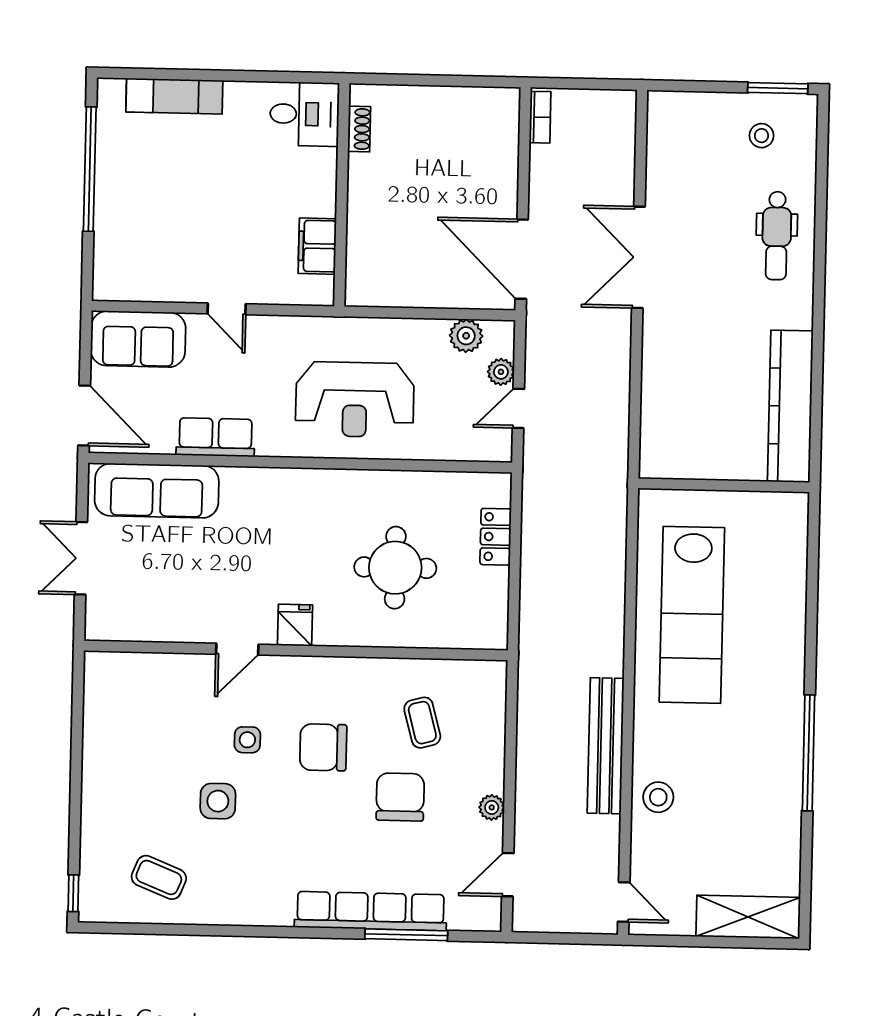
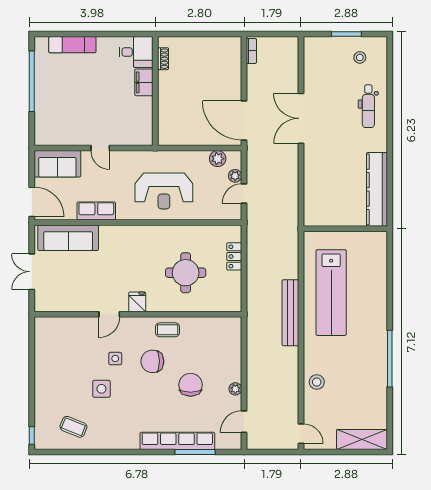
window: (778, 88) -> (346, 34), moved
filing cabinet: (317, 246) -> (144, 82), moved
coffee table: (422, 723) -> (168, 330), moved, turned -75
bench: (606, 746) -> (290, 313), moved

